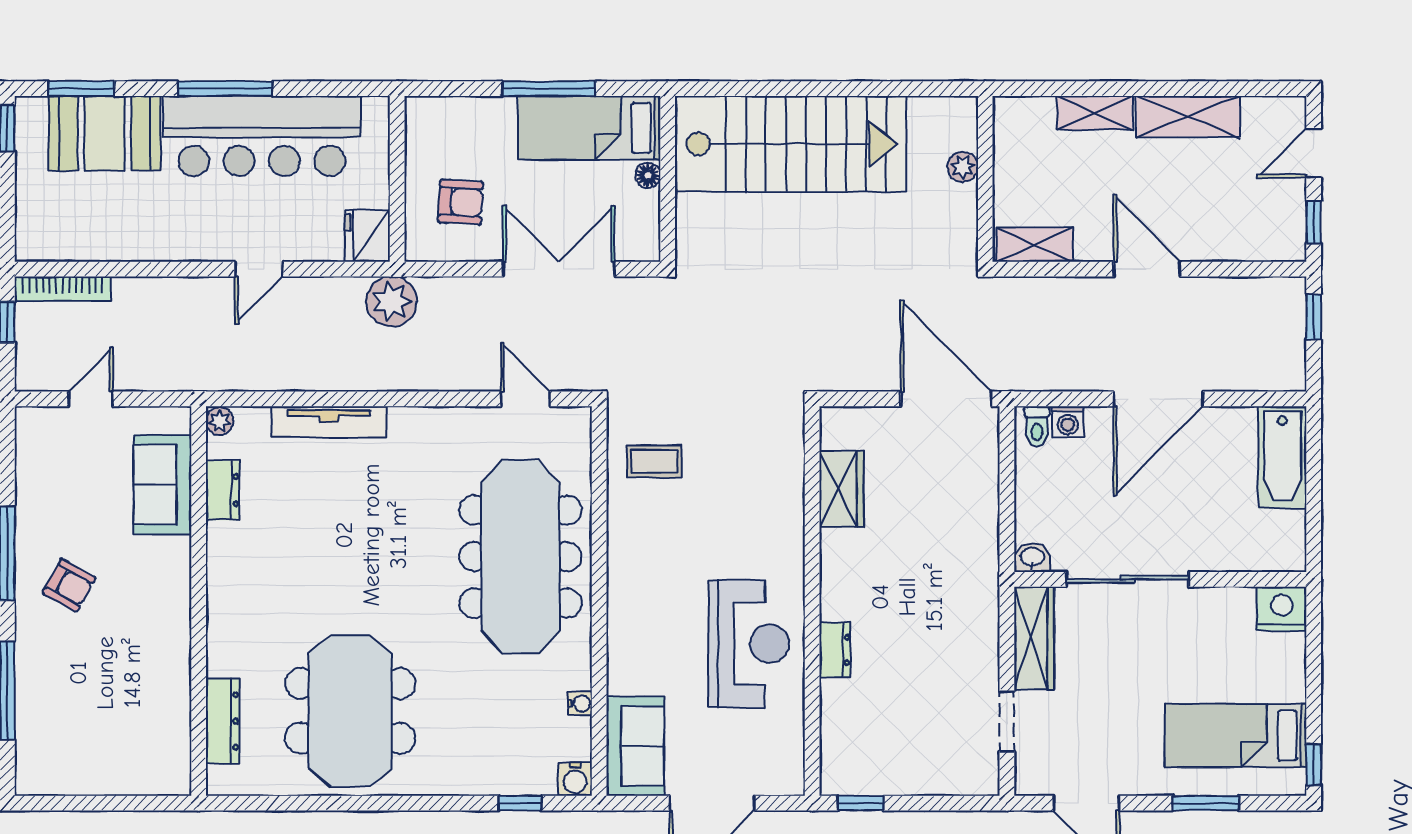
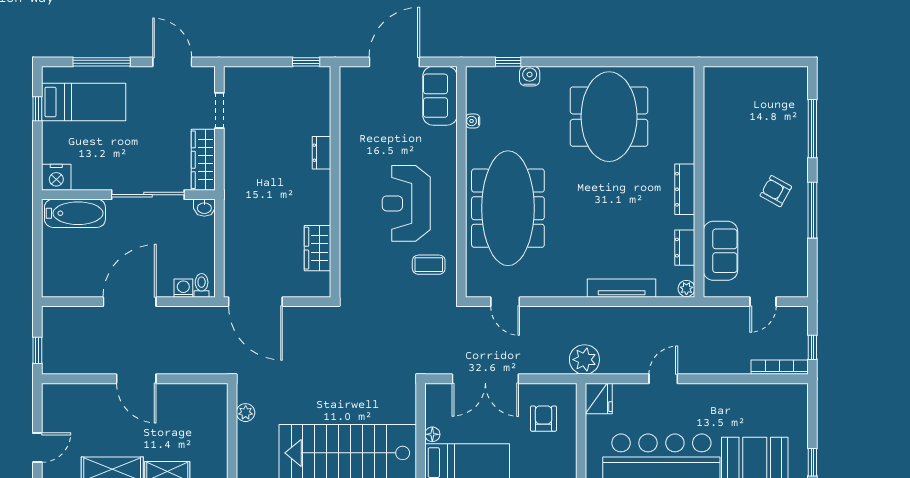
plant: (963, 167) -> (246, 413), moved
armchair: (461, 202) -> (544, 419), turned 87
window: (1314, 222) -> (37, 407), removed
shelving: (1035, 245) -> (203, 393), removed
bathtub: (1282, 457) -> (75, 213), moved, turned 90
reception desk: (749, 644) -> (406, 203), moved
dresser: (223, 721) -> (685, 189), moved
window: (1314, 765) -> (37, 109), moved
water cooler: (575, 779) -> (530, 76), moved
window: (1206, 803) -> (102, 62), width x1.44

